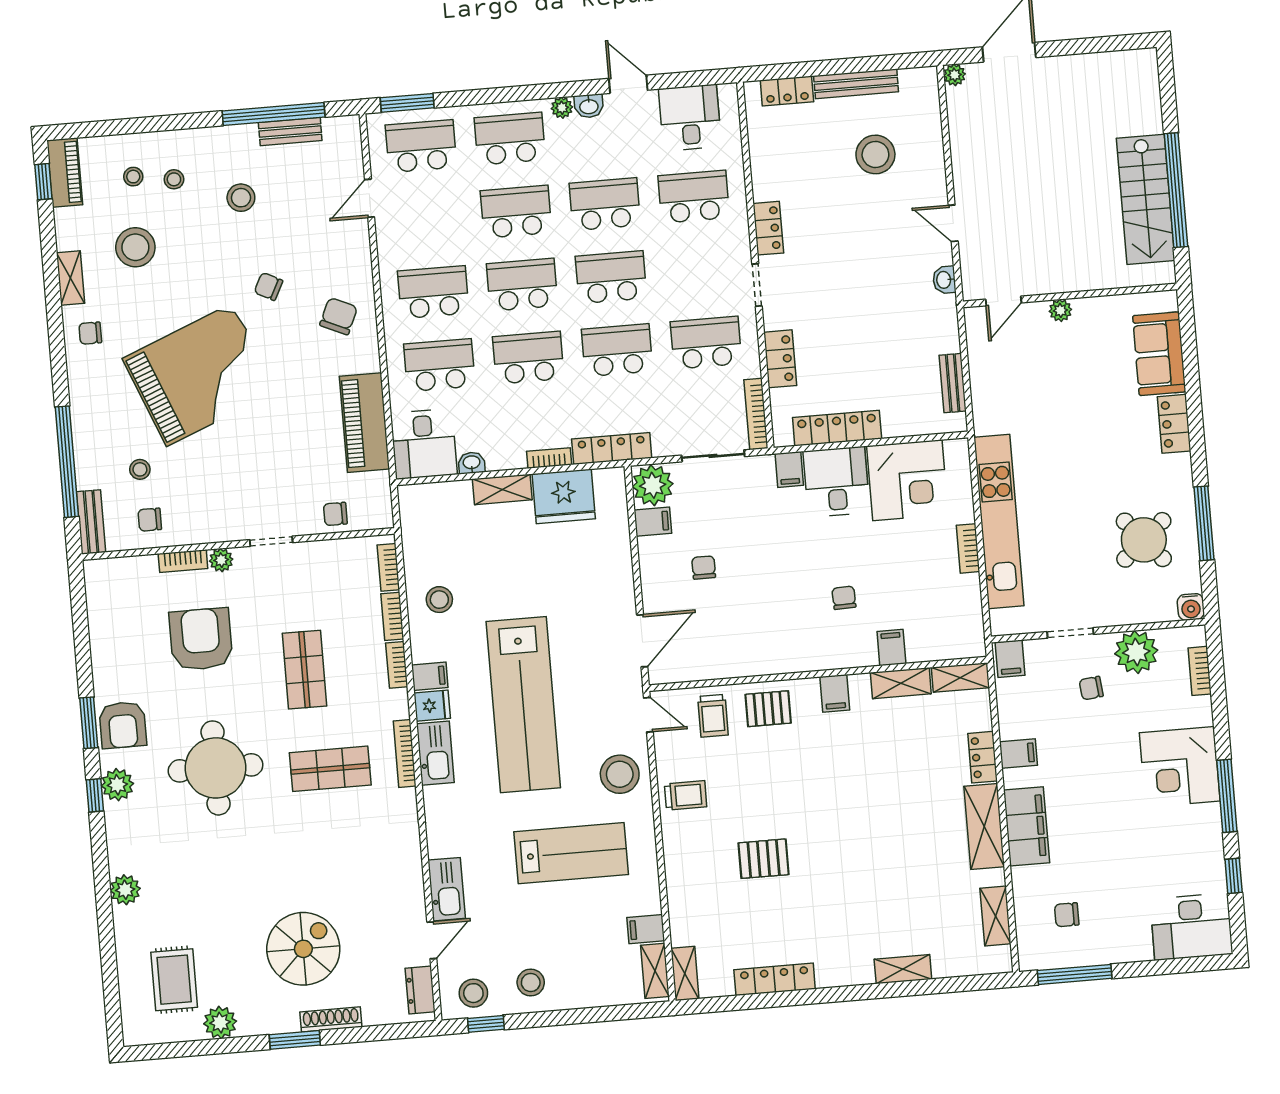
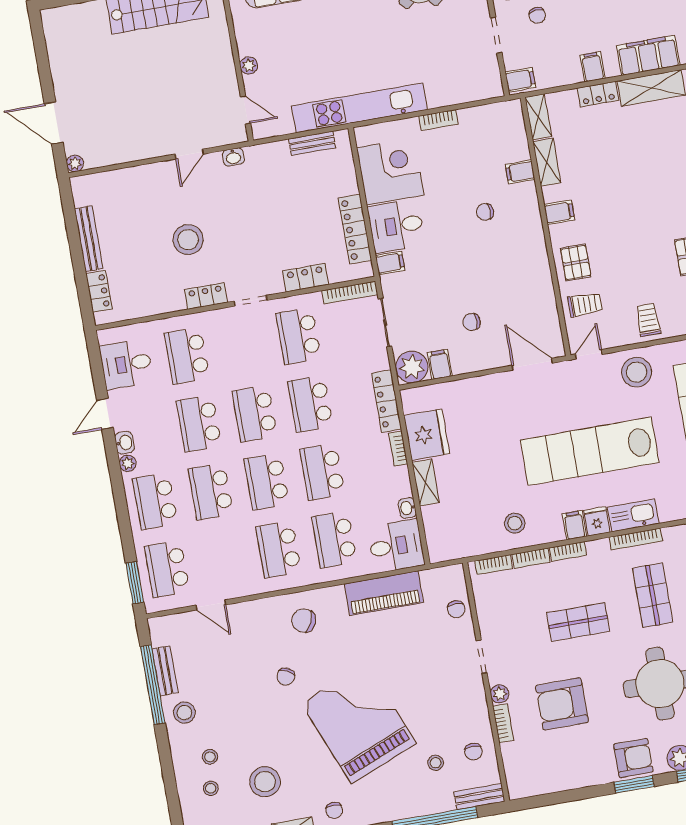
stool: (875, 154) -> (188, 240), moved
stool: (241, 198) -> (184, 713), moved
kitchen unit: (999, 521) -> (359, 108), moved
lab bench: (523, 705) -> (590, 451), turned 180

